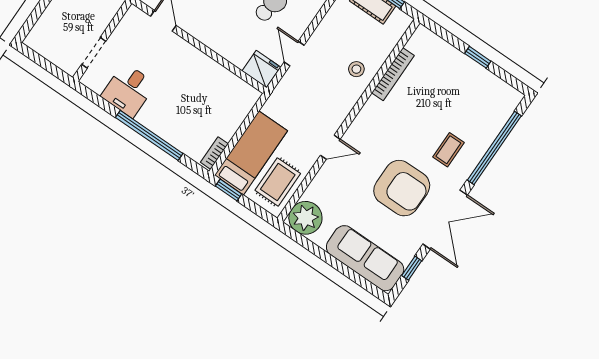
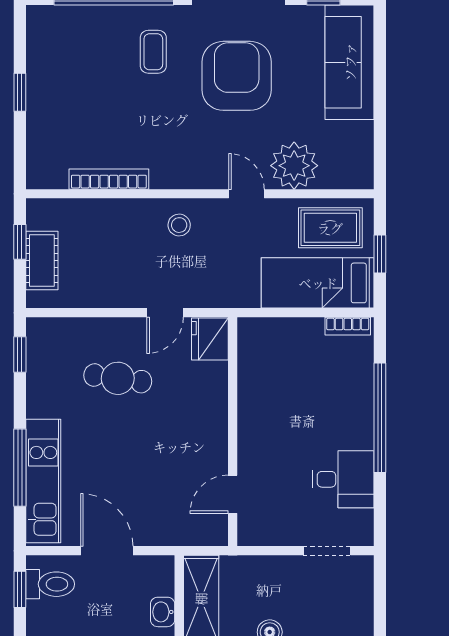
stool: (356, 69) -> (179, 225), moved
coffee table: (448, 150) -> (153, 52), turned 90
window: (229, 190) -> (380, 254), moved
plant: (305, 218) -> (294, 166), moved

